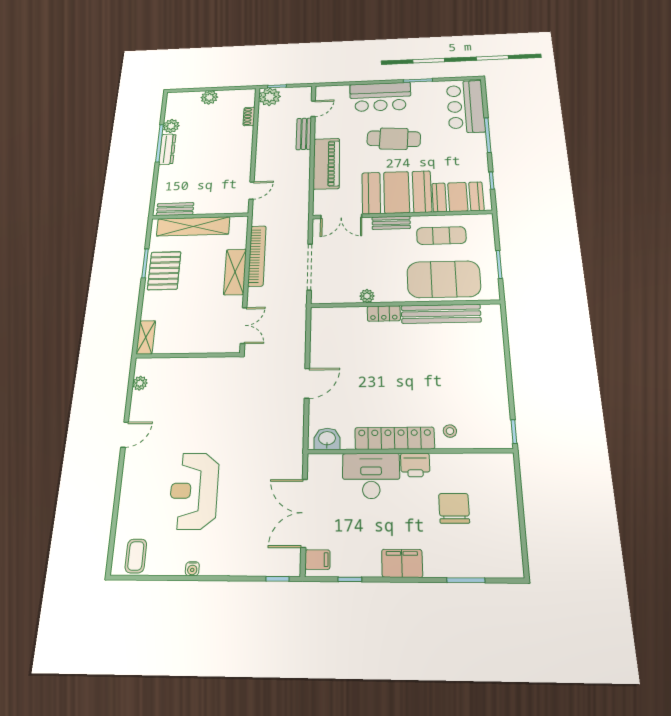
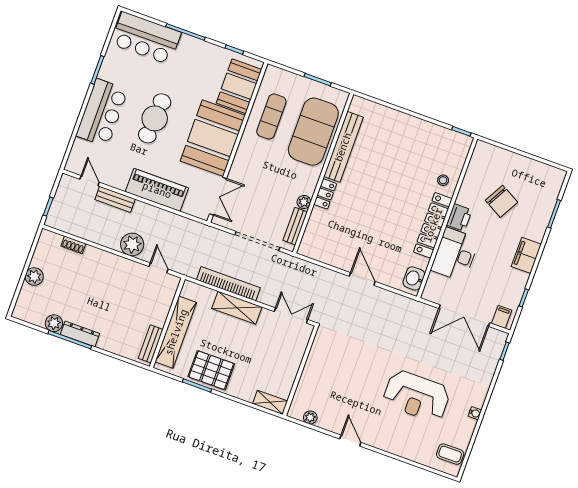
plant: (270, 97) -> (132, 244), moved
bench: (391, 223) -> (295, 226), moved
chair: (454, 508) -> (502, 201), turned -151

